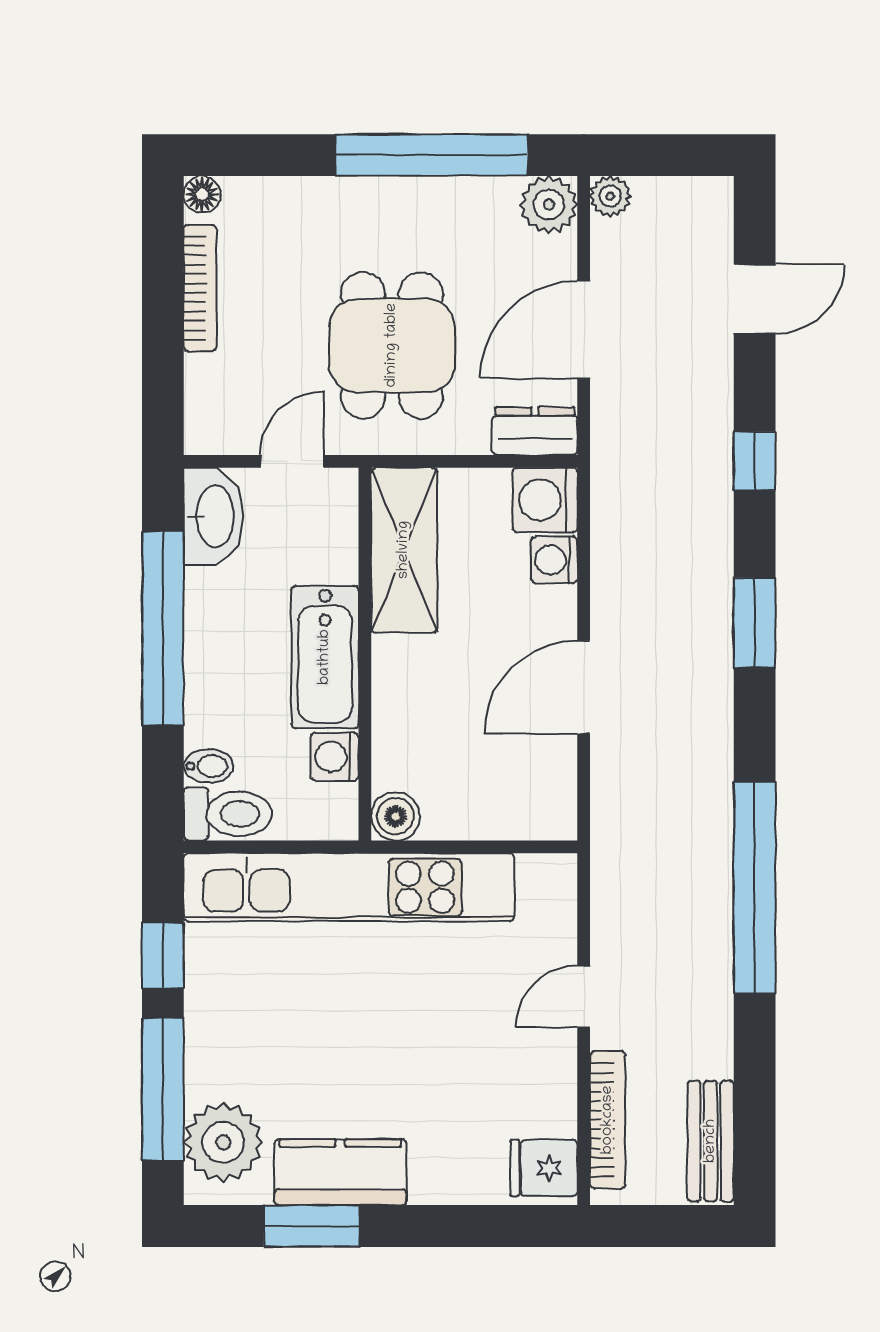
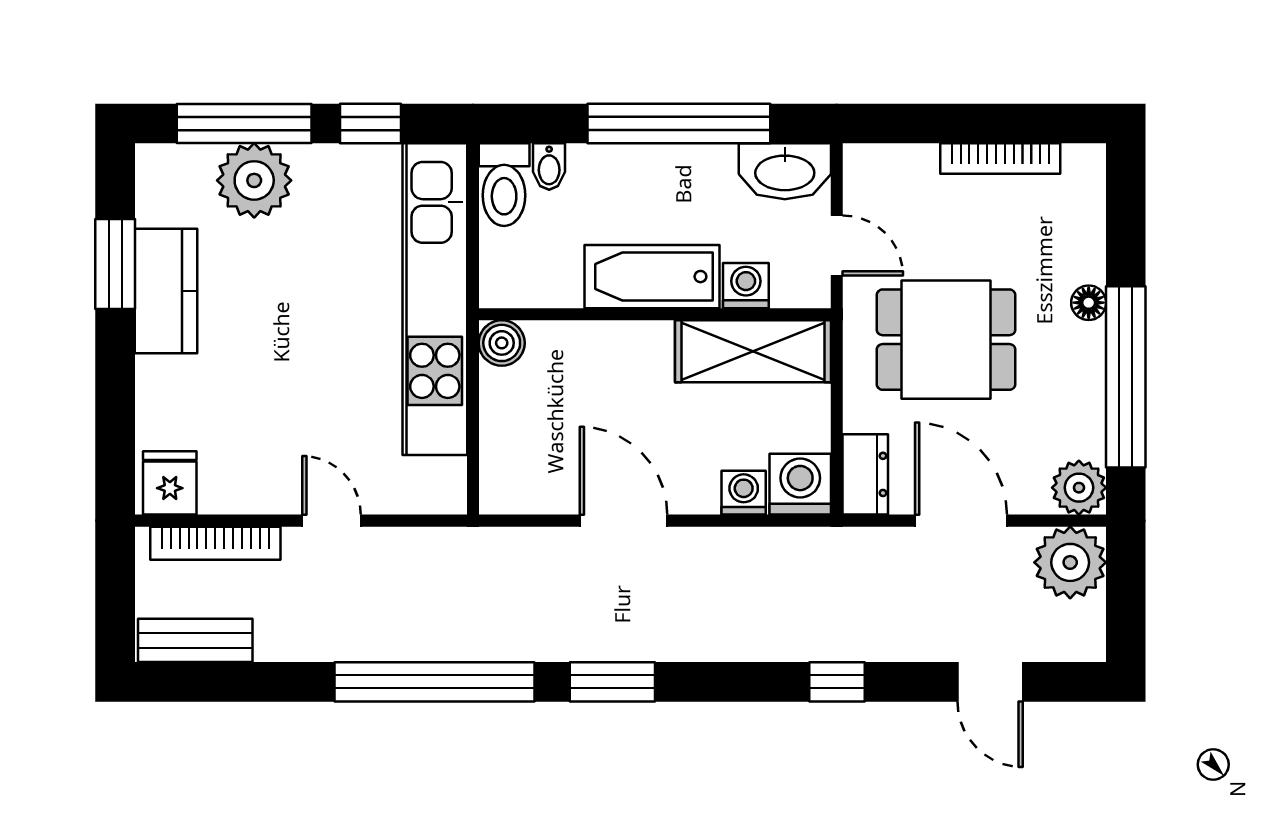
floor lamp: (202, 194) -> (1089, 303), moved
plant: (610, 196) -> (1070, 562), width x1.87, depth x1.87
window: (755, 623) -> (612, 682), moved
washing machine: (335, 757) -> (746, 286), moved
plant: (223, 1142) -> (254, 180), moved

